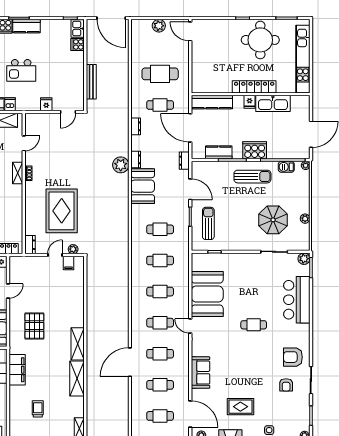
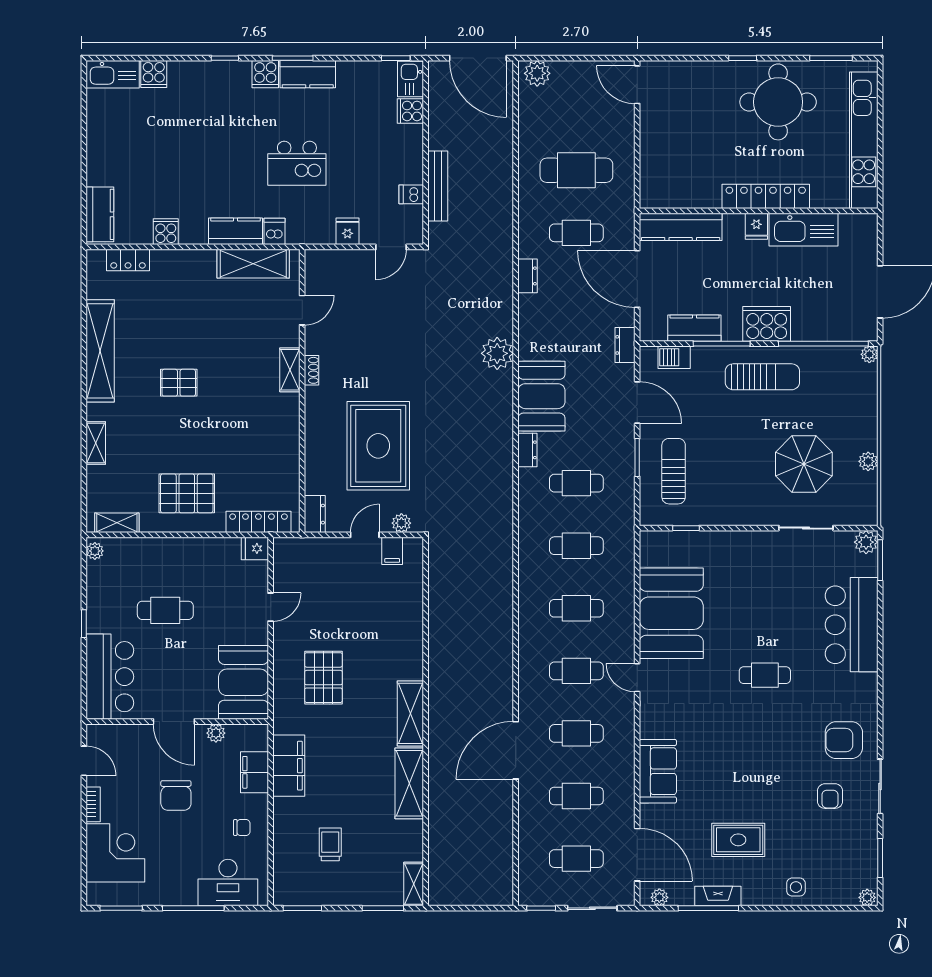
plant: (159, 26) -> (537, 73), moved
dishwasher: (78, 86) -> (411, 194), added
dresser: (136, 159) -> (527, 450), moved
barbecue: (286, 167) -> (674, 357), moved

